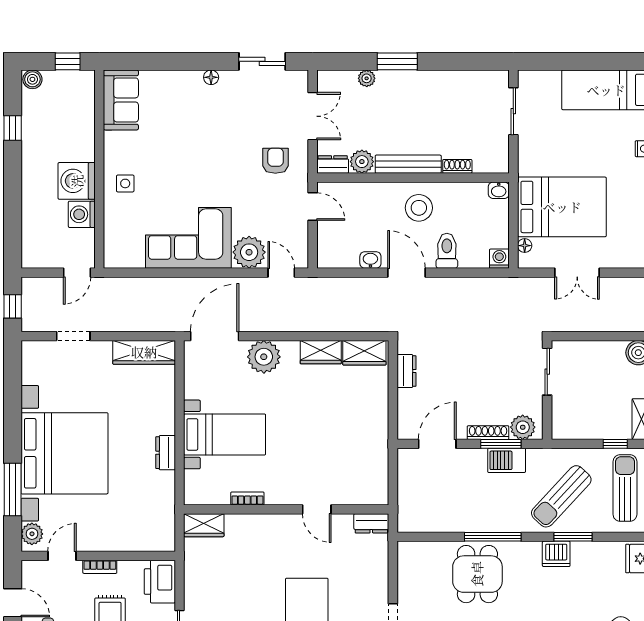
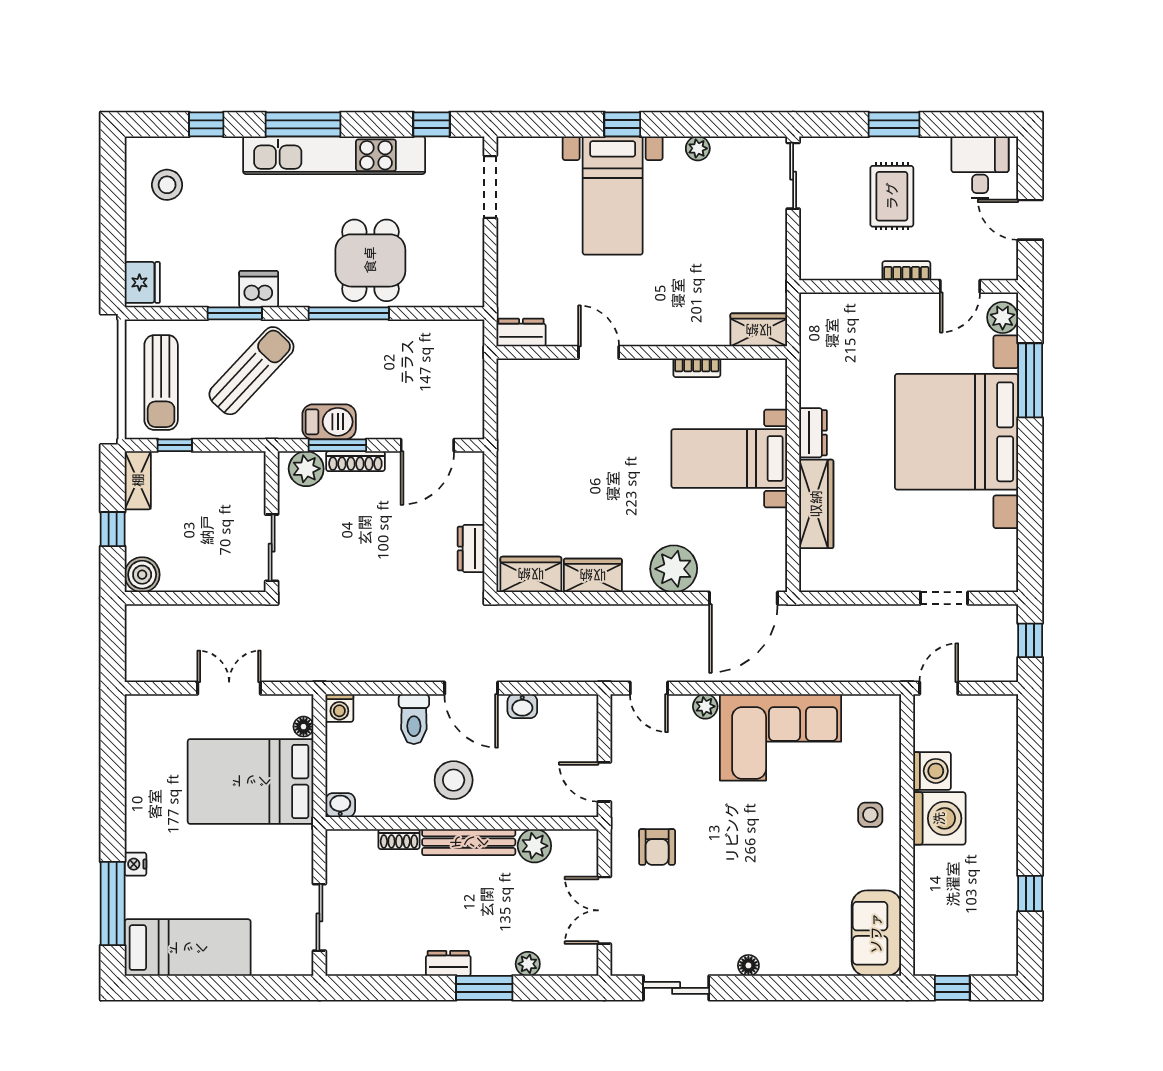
boiler: (32, 79) -> (1002, 963), removed
dresser: (333, 164) -> (448, 963), moved, turned 180
plant: (249, 252) -> (705, 706), width x0.53, depth x0.53
wardrobe: (144, 352) -> (816, 504), moved, turned 90
printer: (160, 582) -> (821, 250), removed

